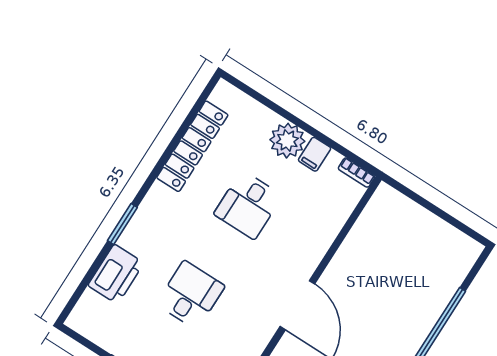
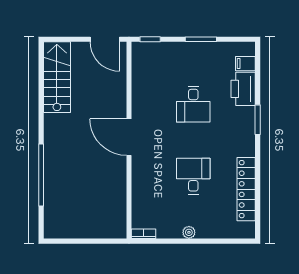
plant: (287, 141) -> (189, 232), width x0.53, depth x0.53
filing cabinet: (315, 154) -> (245, 64), moved, turned -90

